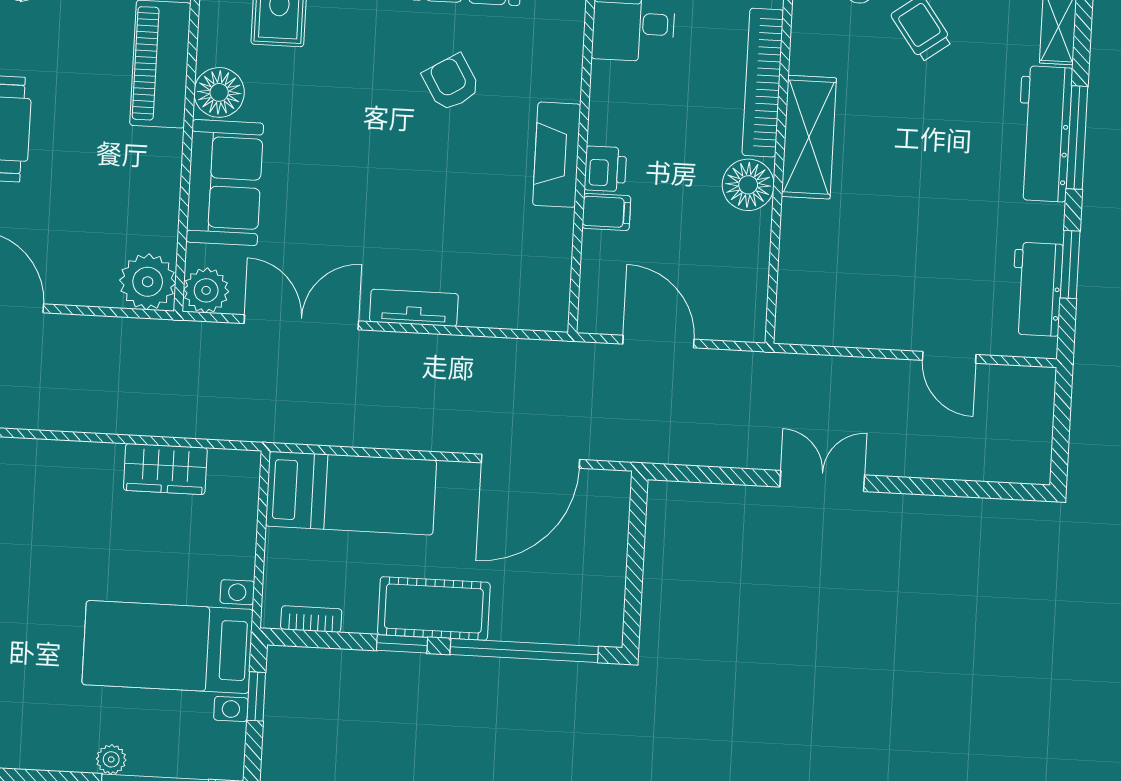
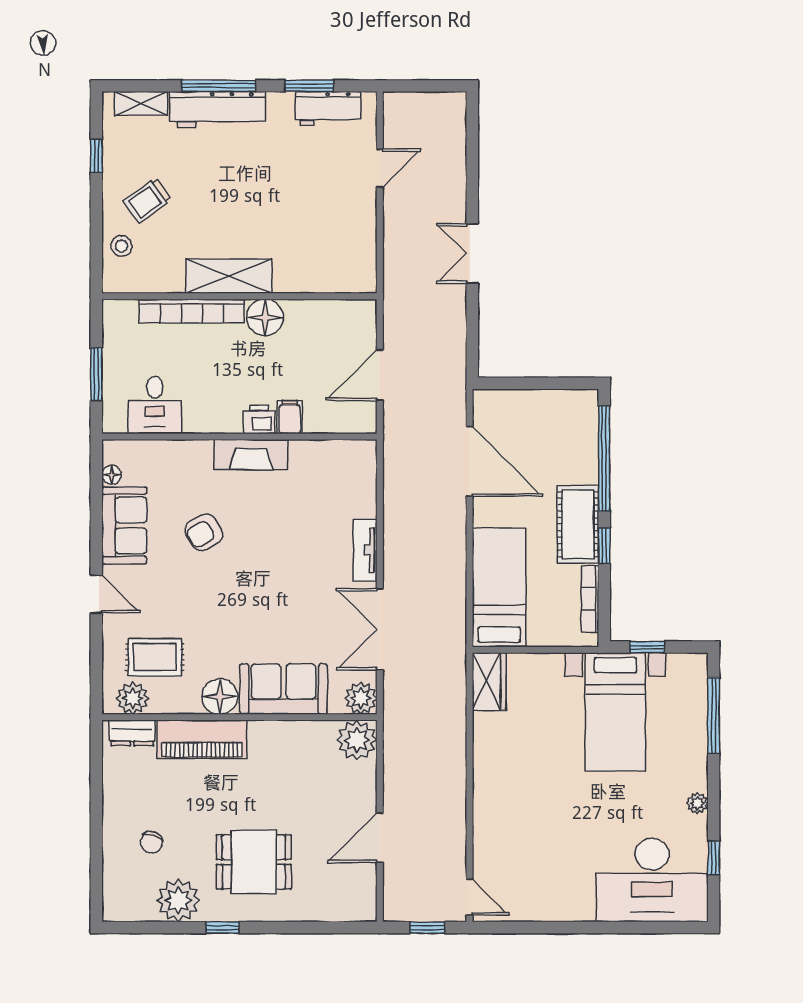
wardrobe: (165, 469) -> (489, 682), moved
bookcase: (311, 619) -> (590, 599), width x1.56
plant: (111, 759) -> (697, 803), moved

